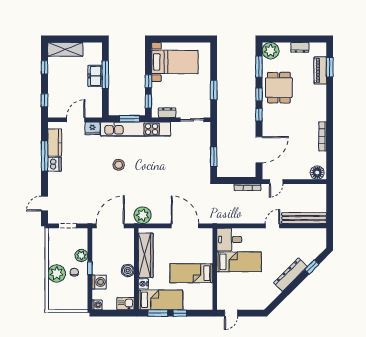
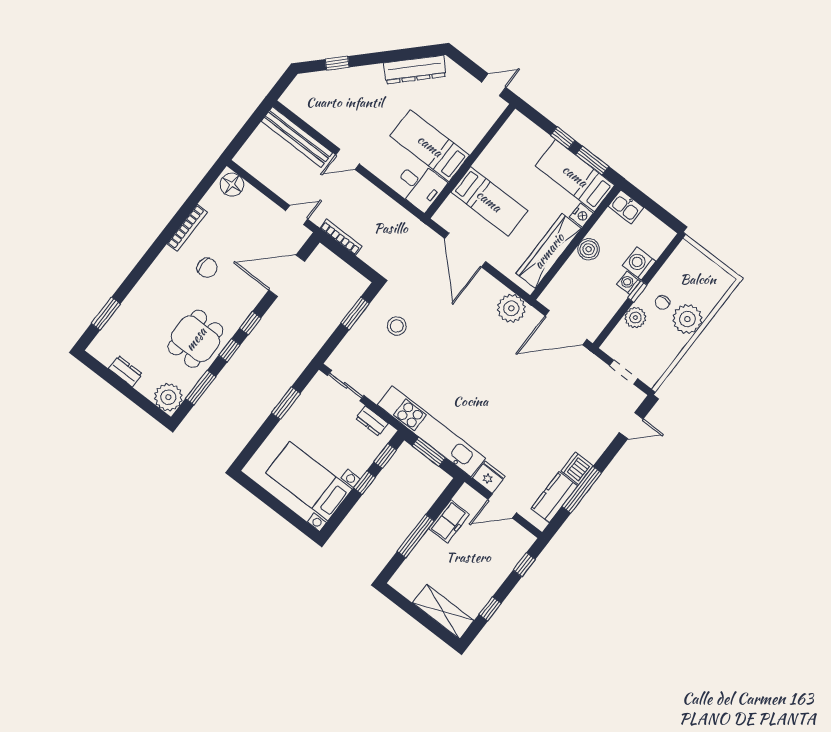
piano: (320, 70) -> (122, 319), removed
freezer: (95, 76) -> (449, 521), moved
chair: (299, 125) -> (207, 268), added
stool: (119, 165) -> (397, 326), moved
bed: (191, 273) -> (489, 201), moved
dresser: (290, 275) -> (415, 70), moved
washing machine: (97, 305) -> (628, 283), moved

